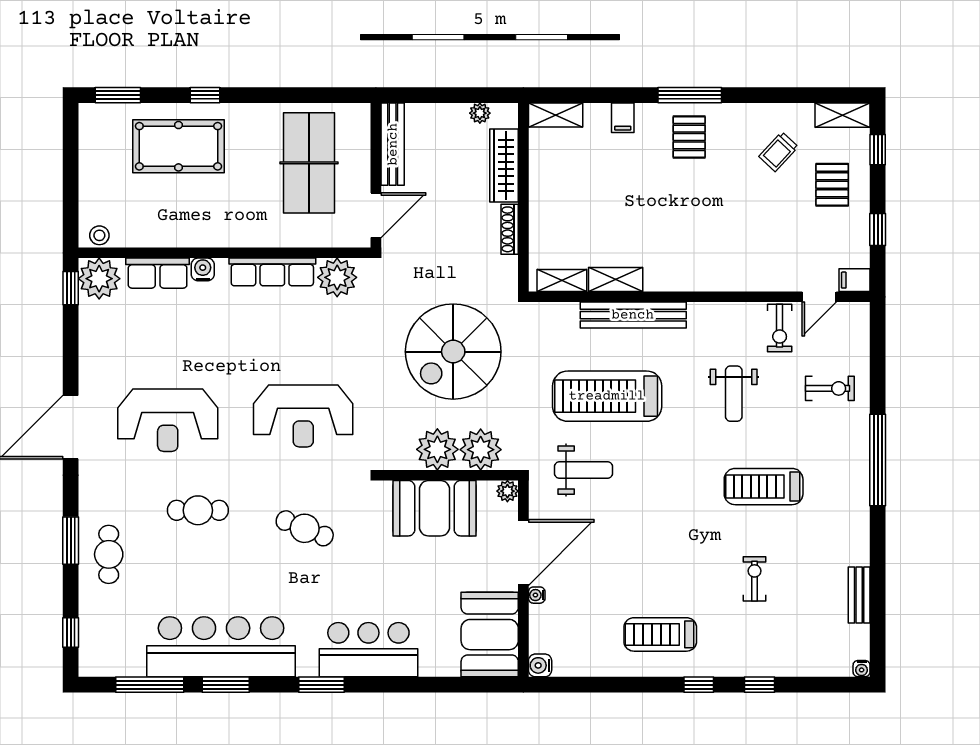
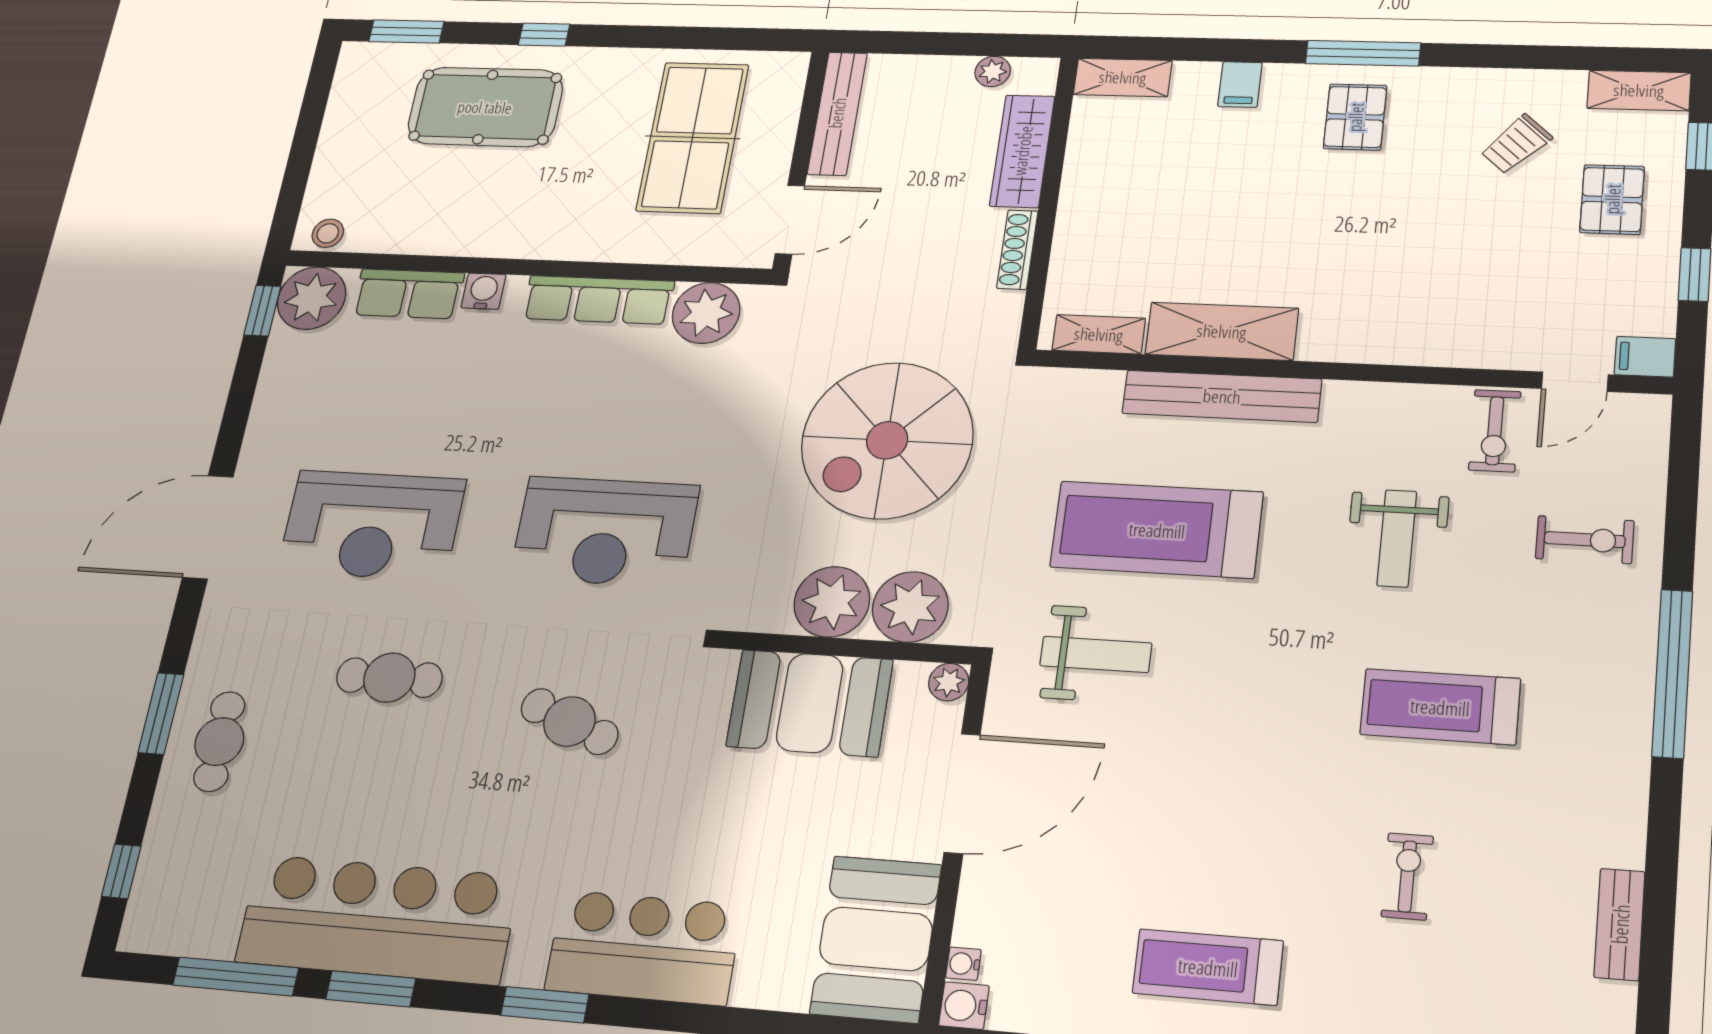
shelving: (616, 279) -> (1222, 331), width x1.50, depth x1.33
water cooler: (537, 595) -> (963, 964), moved

